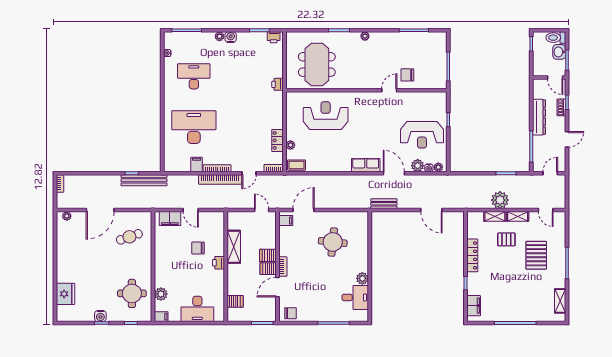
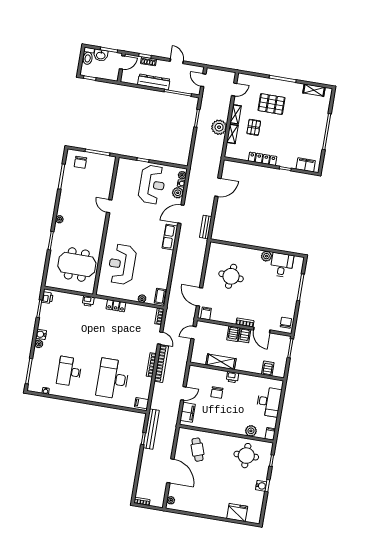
chair: (407, 75) -> (80, 162), moved
locker: (277, 140) -> (116, 306), moved
filing cabinet: (197, 164) -> (142, 403), moved

